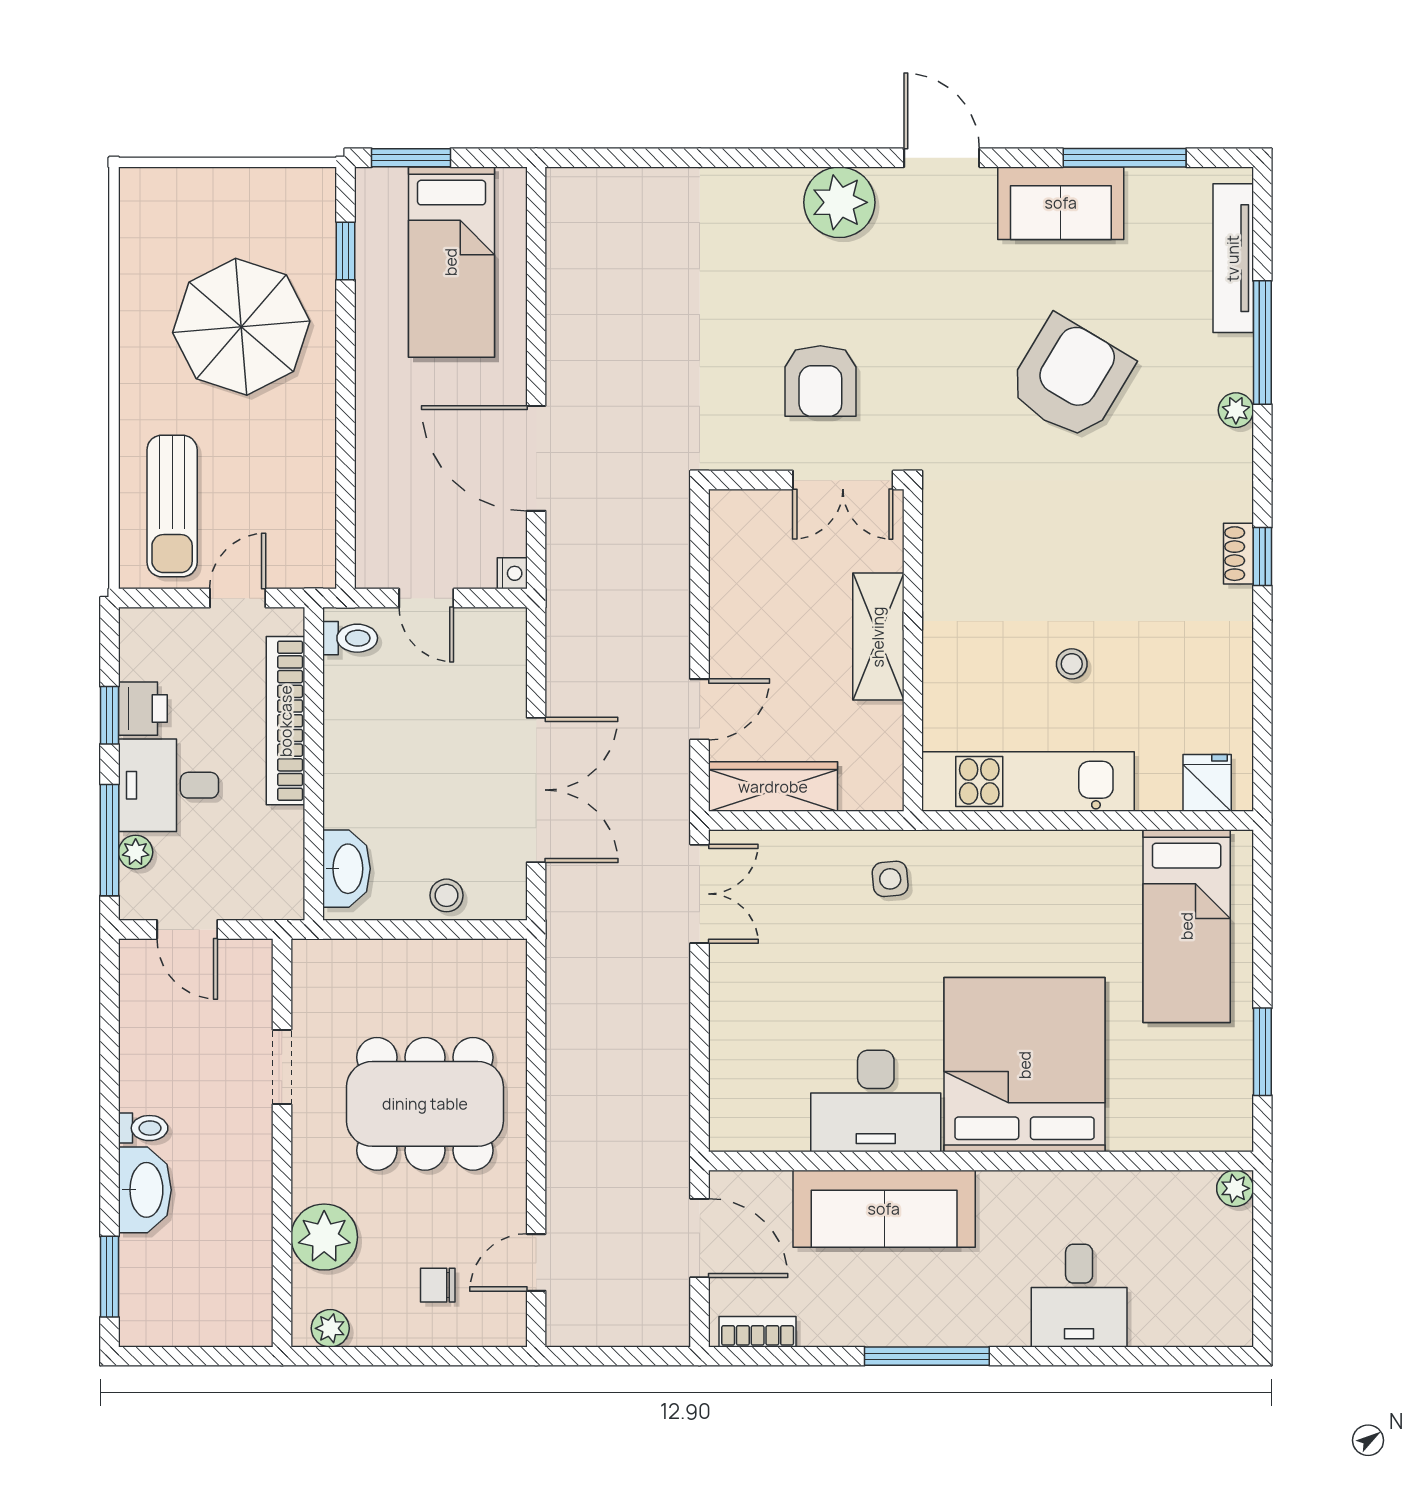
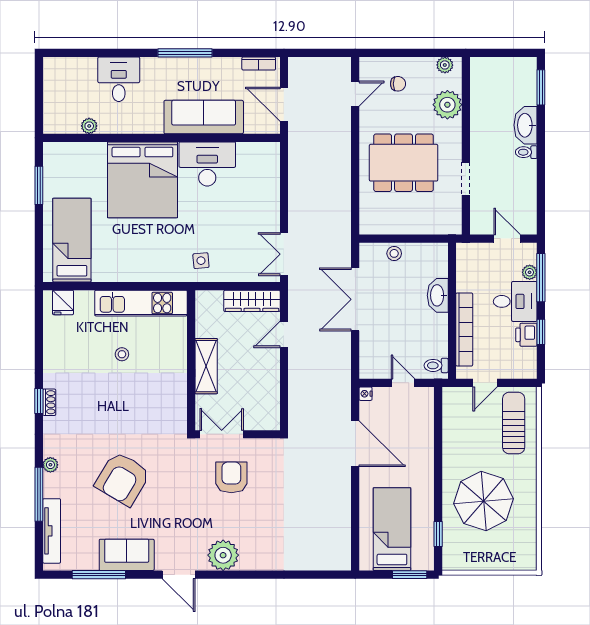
washbasin: (346, 869) -> (438, 295), moved
plant: (1235, 1188) -> (89, 126), moved

